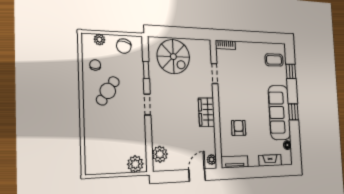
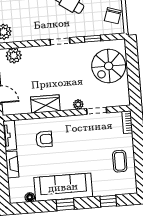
chair: (124, 46) -> (113, 16), turned -86
coffee table: (274, 60) -> (120, 161), moved
wardrobe: (207, 112) -> (45, 104), moved
plant: (212, 159) -> (78, 104), moved
fireplace: (270, 160) -> (12, 164), moved

